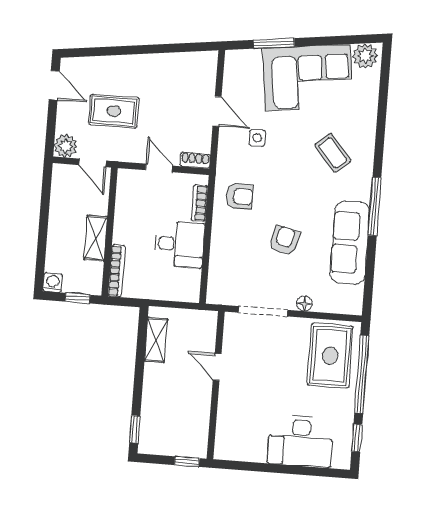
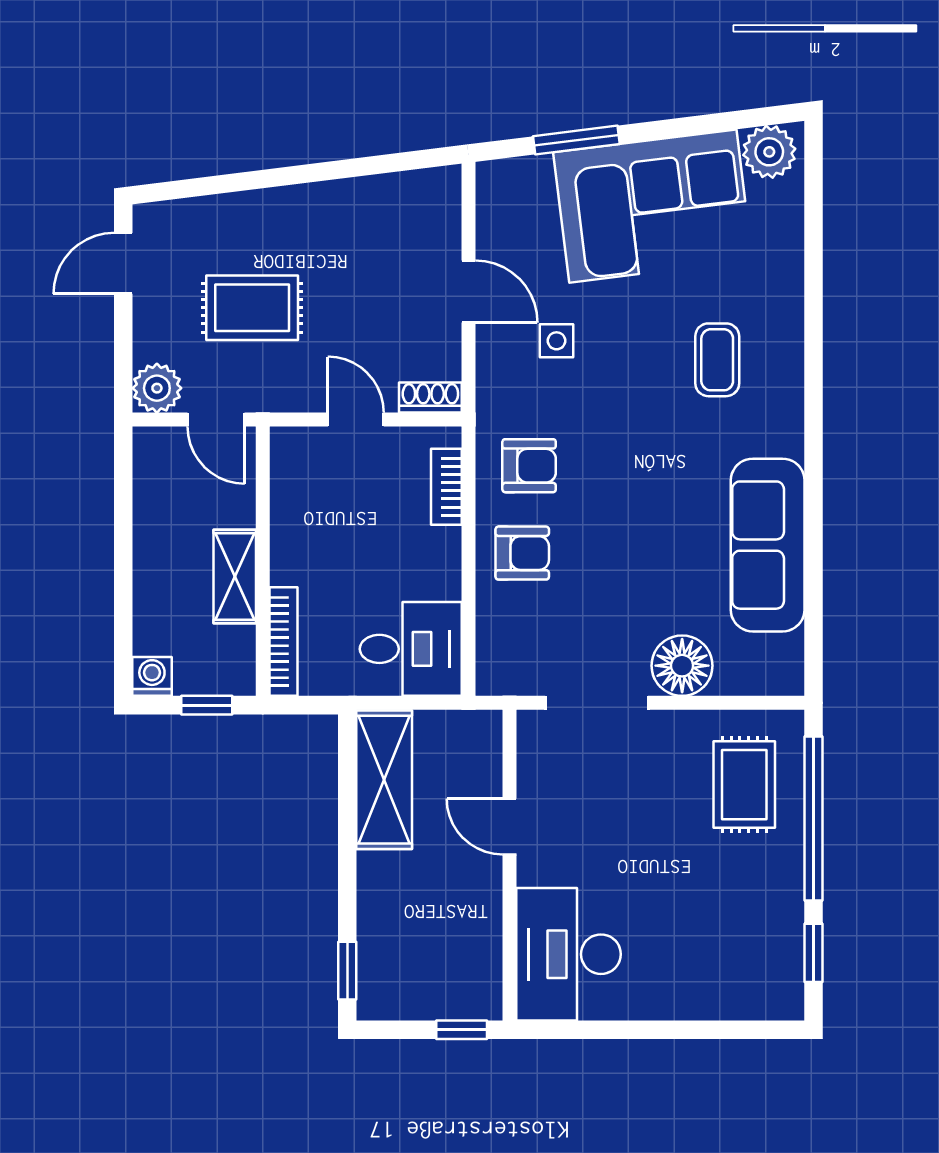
door: (54, 85) -> (123, 263), swing flipped
coffee table: (333, 153) -> (717, 360), turned 41
window: (375, 206) -> (814, 465), removed
armchair: (284, 240) -> (522, 553), moved, turned 76
desk: (179, 244) -> (411, 649), moved
floor lamp: (304, 304) -> (682, 666), width x1.89, depth x1.89
shelving: (156, 340) -> (384, 780), width x1.50, depth x1.33
rug: (330, 356) -> (744, 785), width x0.73, depth x0.70
desk: (300, 441) -> (569, 954), moved, turned 90

